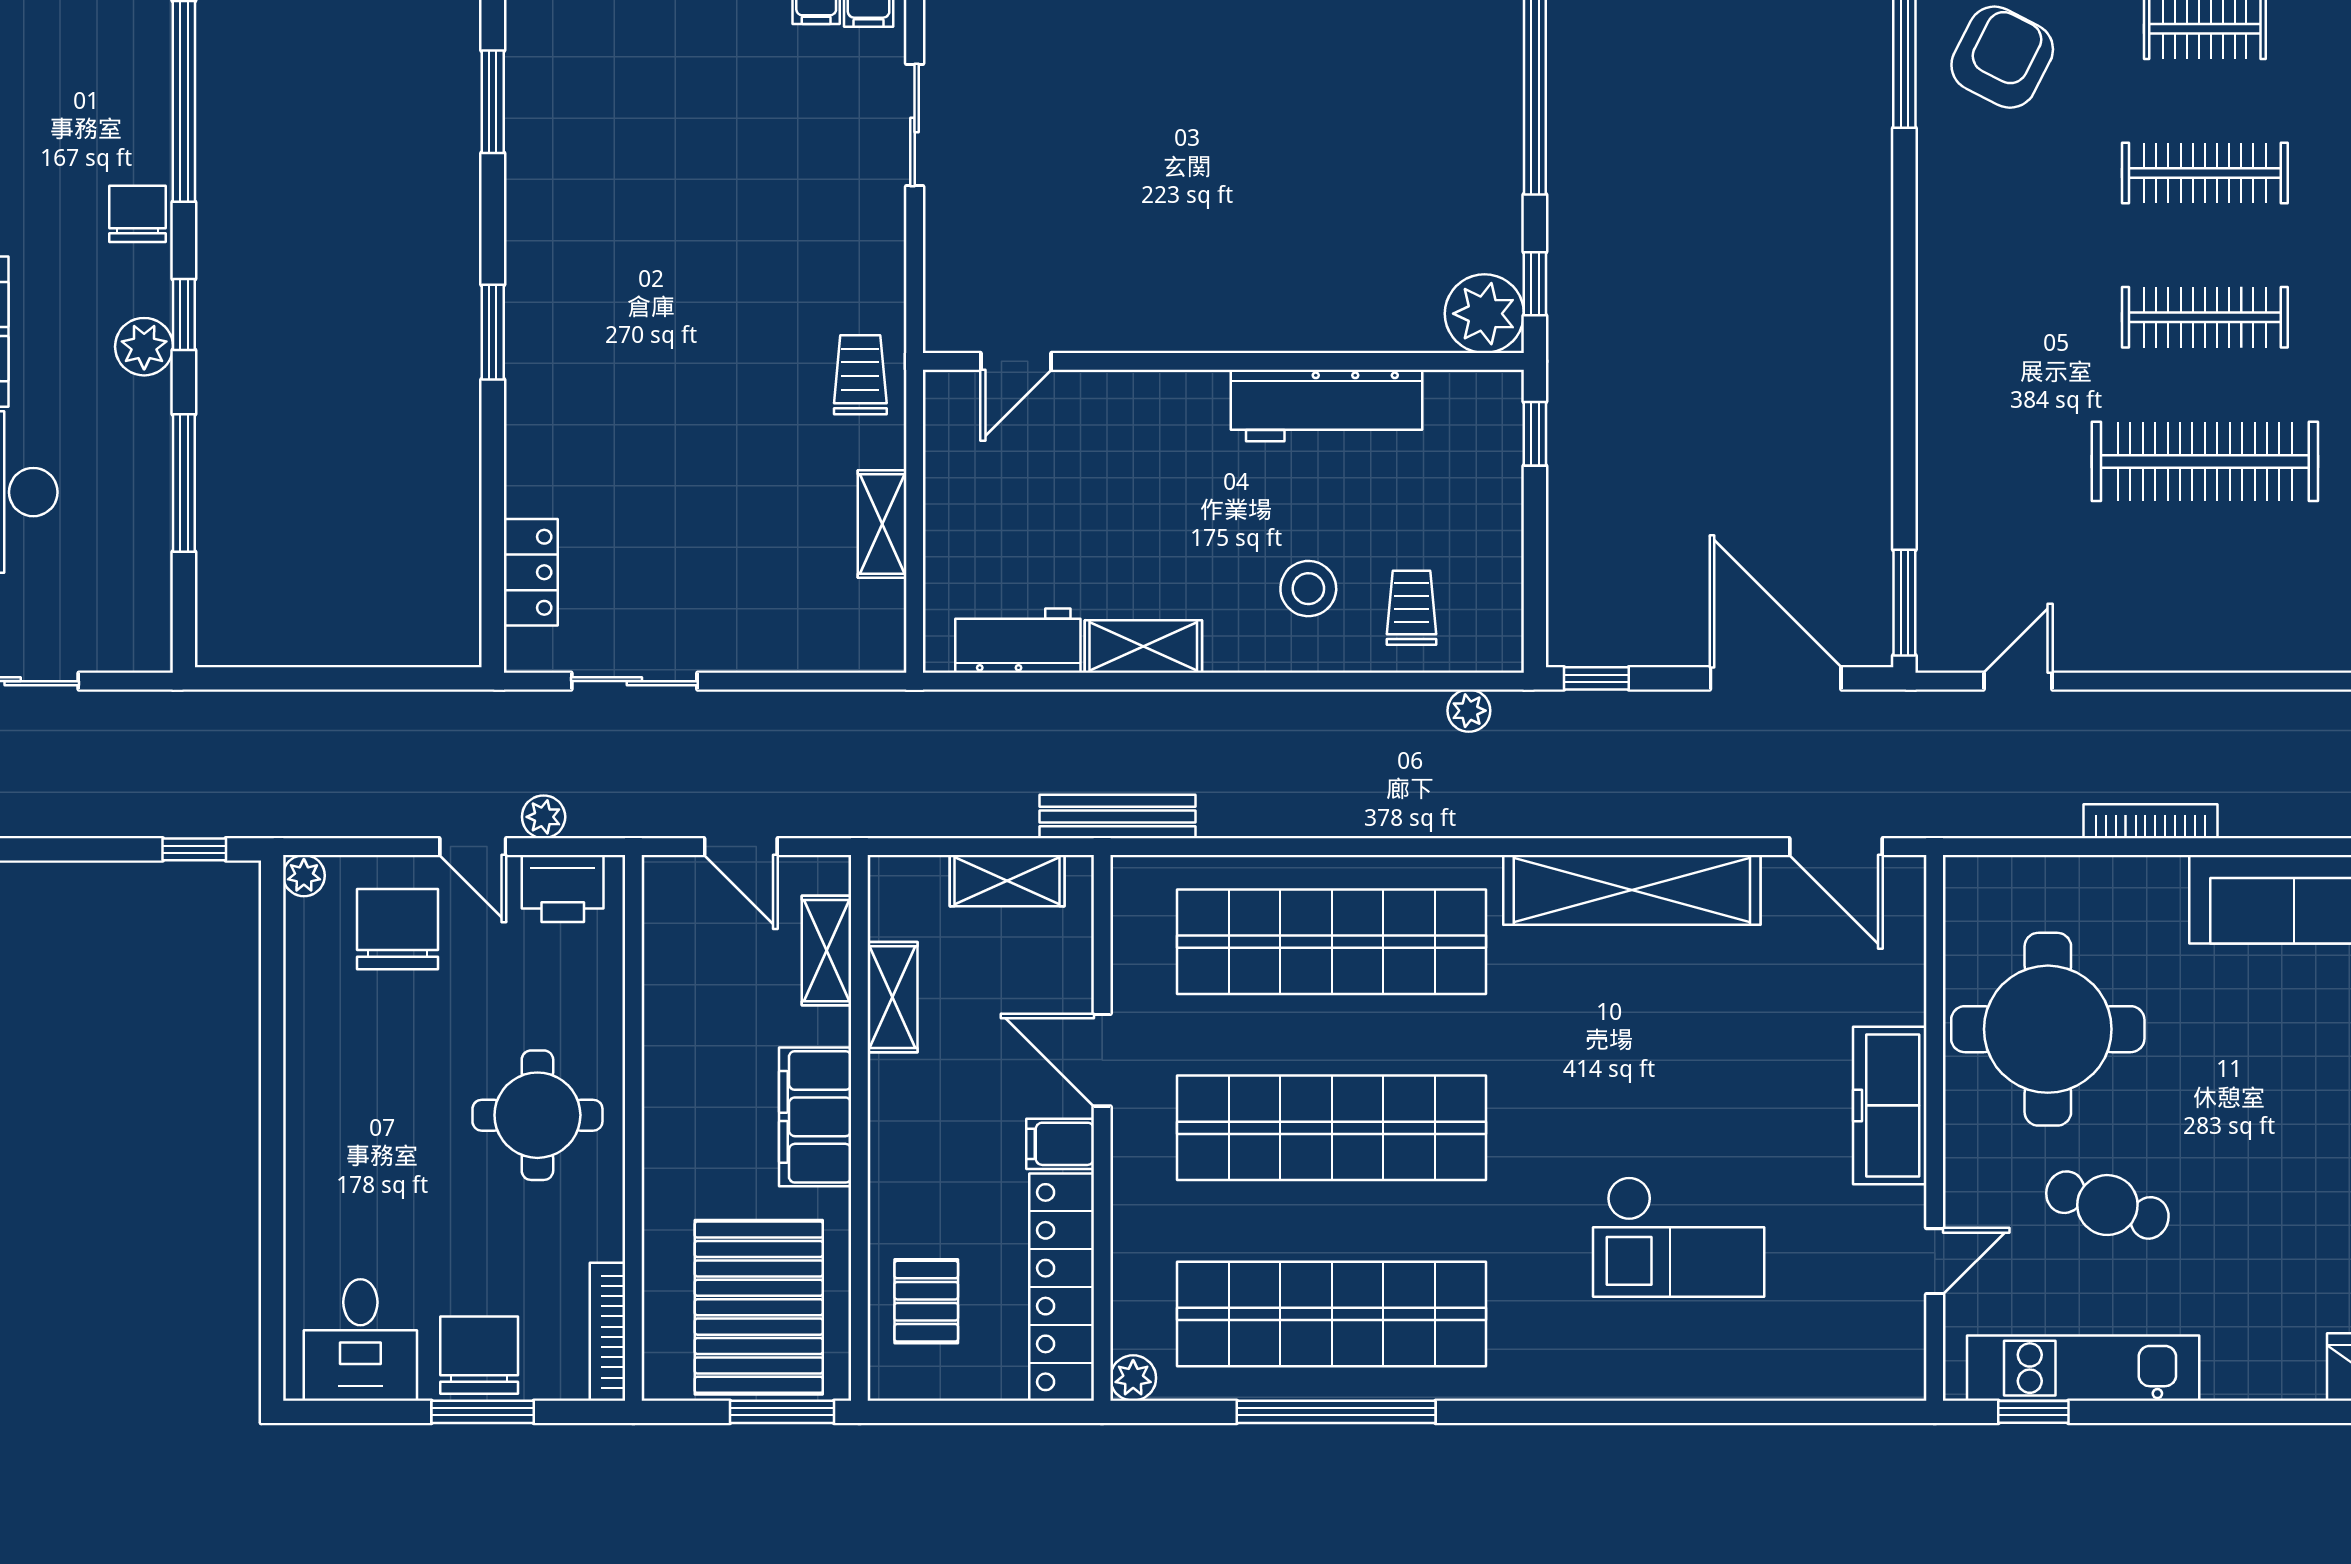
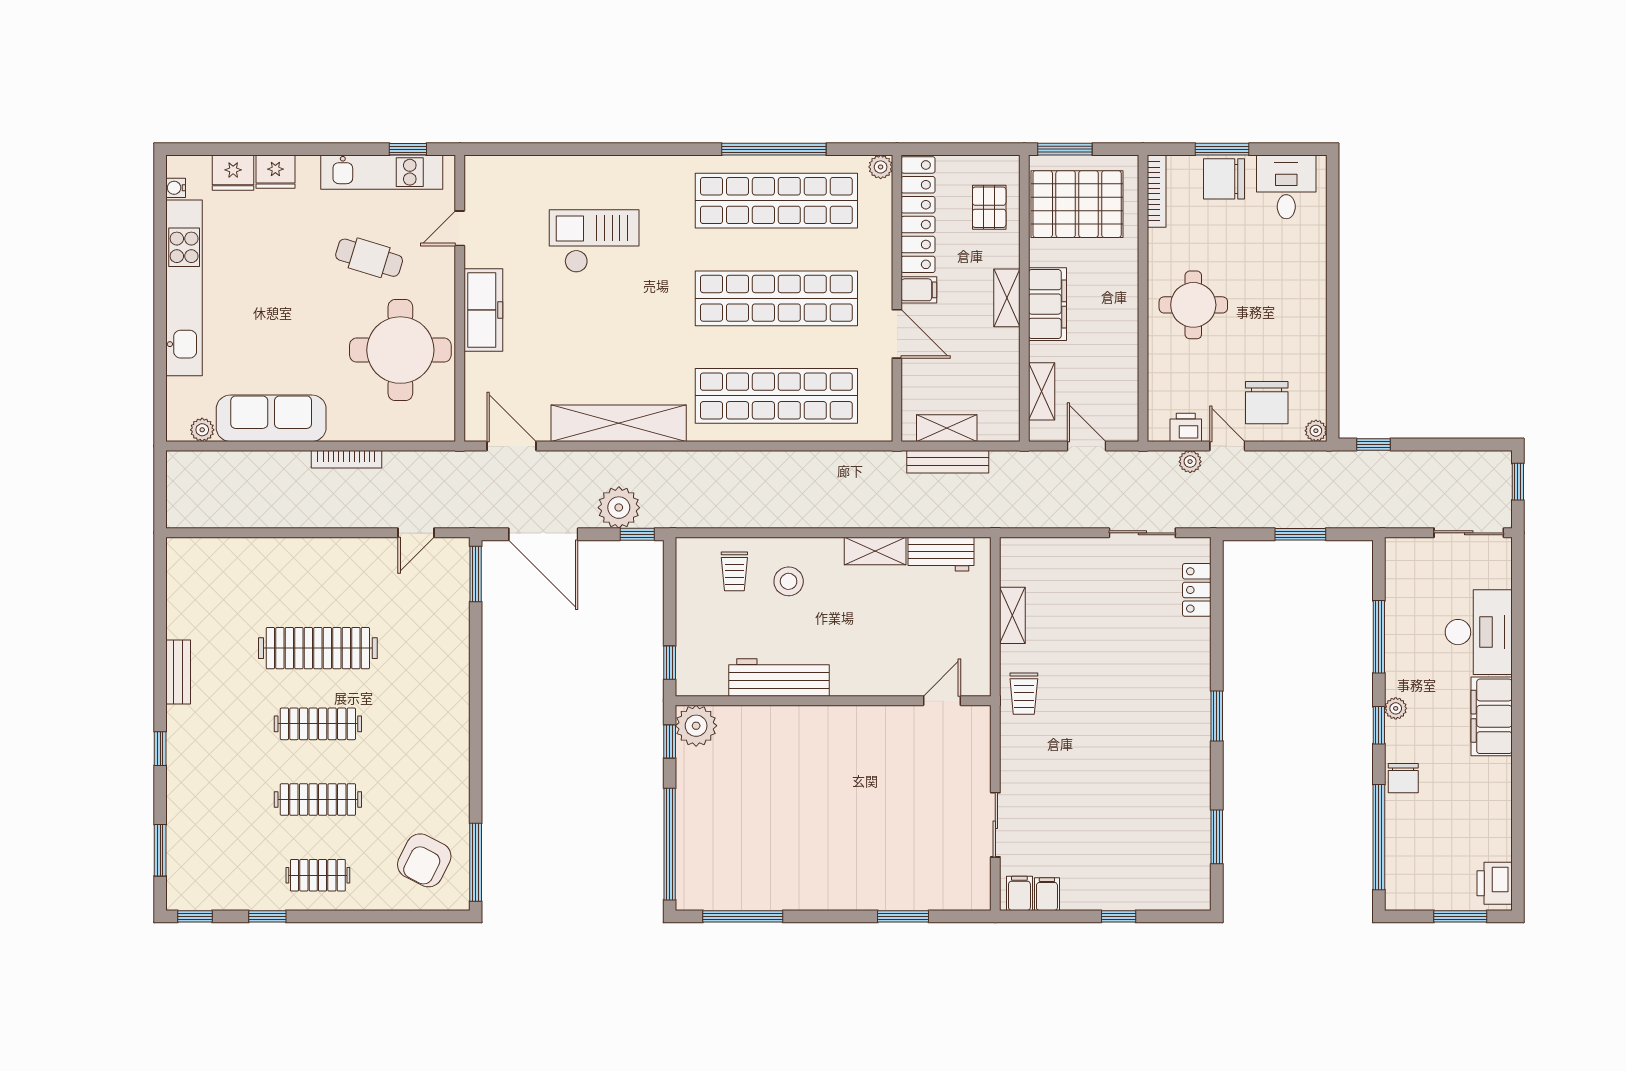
plant: (144, 347) -> (1396, 708), width x0.73, depth x0.73
window: (334, 678) -> (1300, 534), added
plant: (1469, 711) -> (619, 508), moved, width x1.88, depth x1.88
bench: (1118, 816) -> (948, 462), moved
printer: (563, 889) -> (1186, 427), width x0.73, depth x0.81
shelving: (893, 997) -> (1007, 298), moved
pallet: (759, 1307) -> (1077, 204), turned 90
chair: (479, 1355) -> (1224, 179), turned 90
fridge: (2286, 1369) -> (275, 172), added

